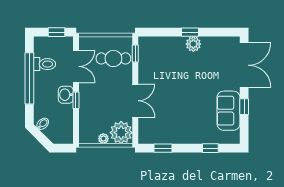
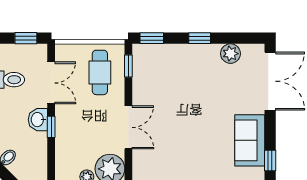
window: (153, 32) -> (152, 38), added
plant: (193, 44) -> (230, 54), moved
cafe table: (113, 58) -> (100, 72), turned 90
window: (244, 107) -> (270, 161), moved

